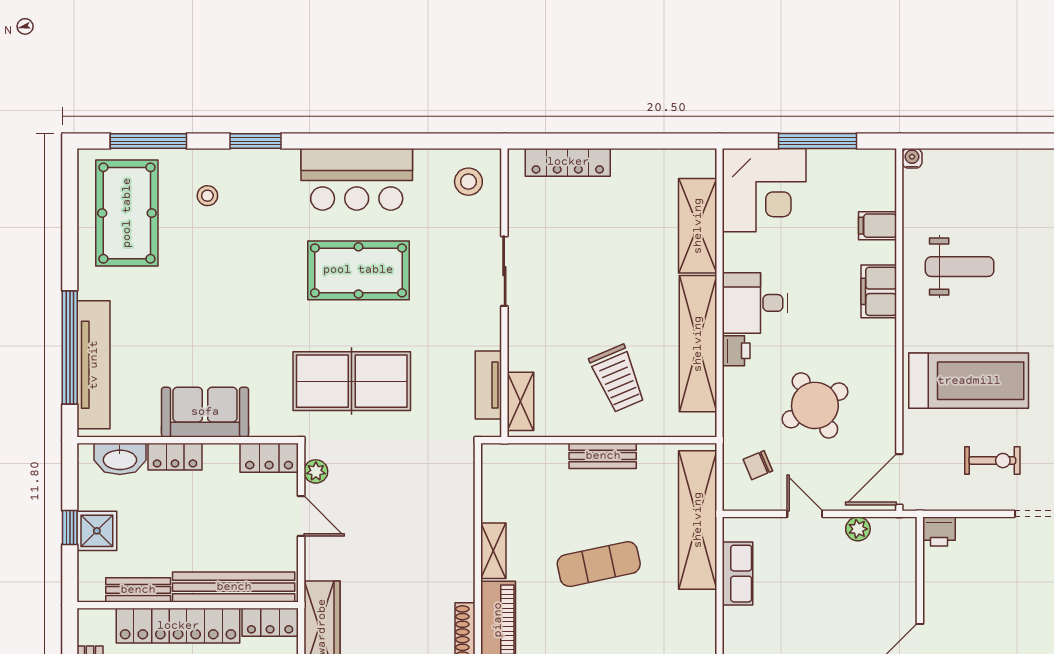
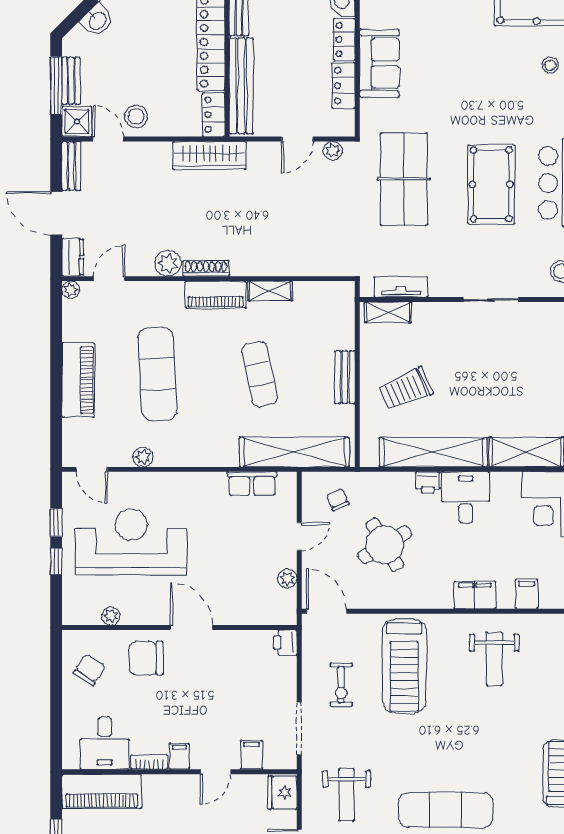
locker: (269, 458) -> (343, 86), moved

